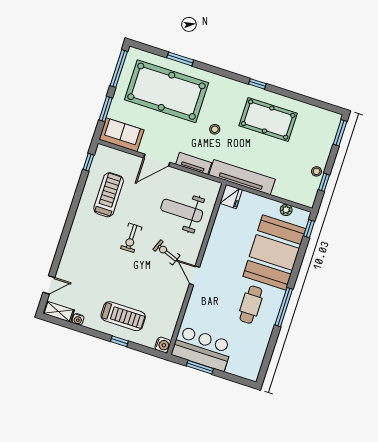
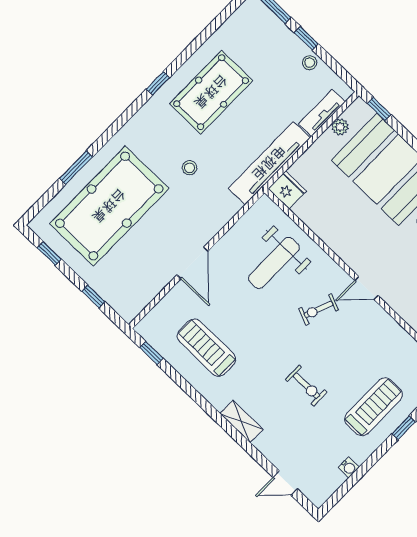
window: (119, 69) -> (49, 253), width x0.46
window: (106, 109) -> (93, 297), width x0.67
sofa: (121, 135) -> (137, 292), removed
tv unit: (194, 163) -> (322, 113), moved
window: (324, 182) -> (306, 38), moved
exercise bike: (131, 238) -> (306, 386), moved
door: (49, 285) -> (285, 483), swing flipped
shelving: (59, 312) -> (241, 421), moved, turned 90

